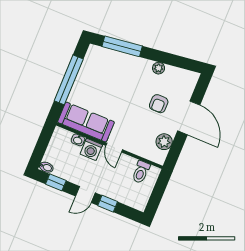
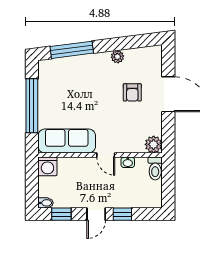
washbasin: (78, 140) -> (128, 162), moved
plant: (164, 142) -> (154, 144), moved
washing machine: (91, 149) -> (47, 166), moved
toilet: (141, 172) -> (155, 168), moved

